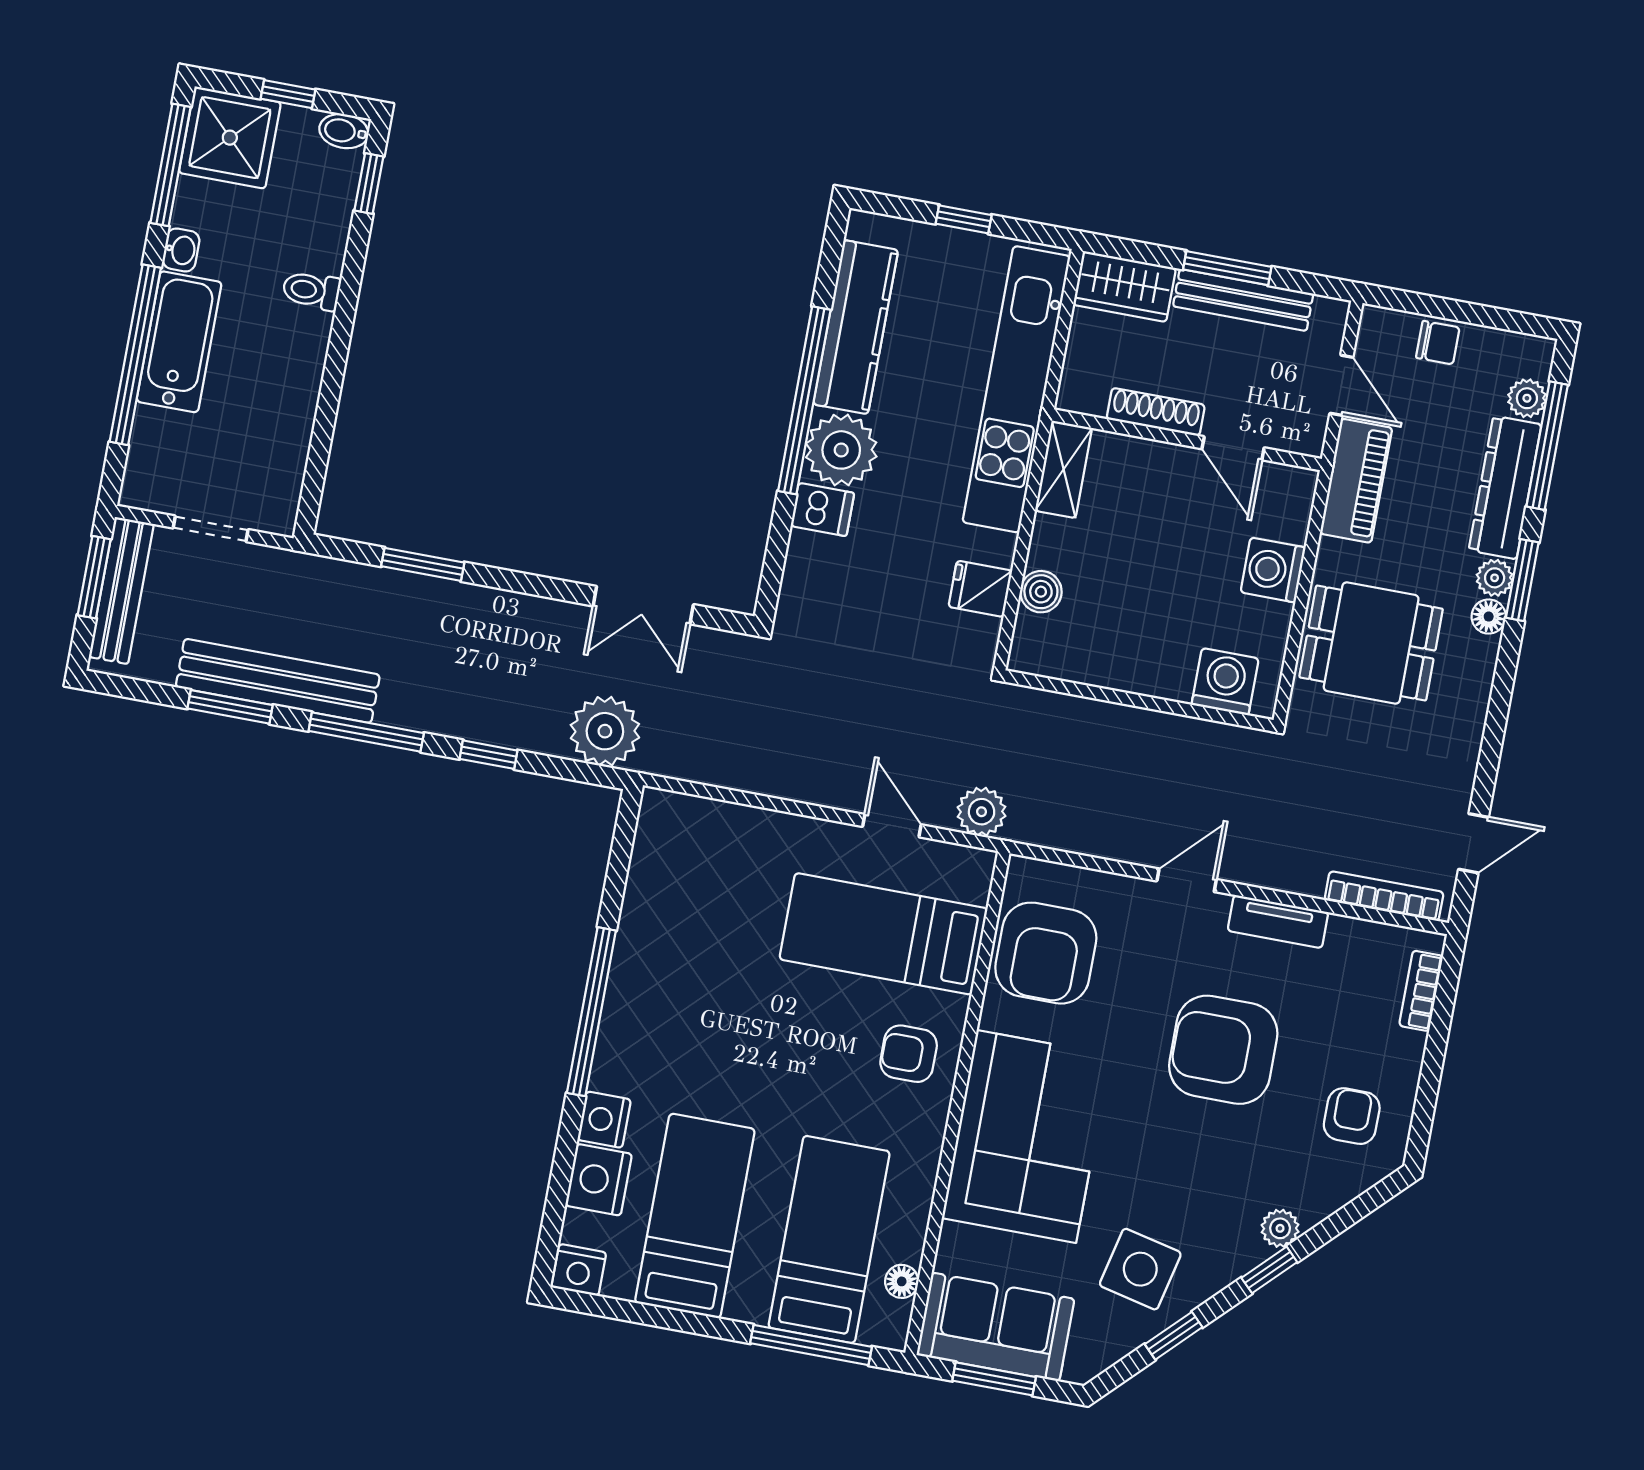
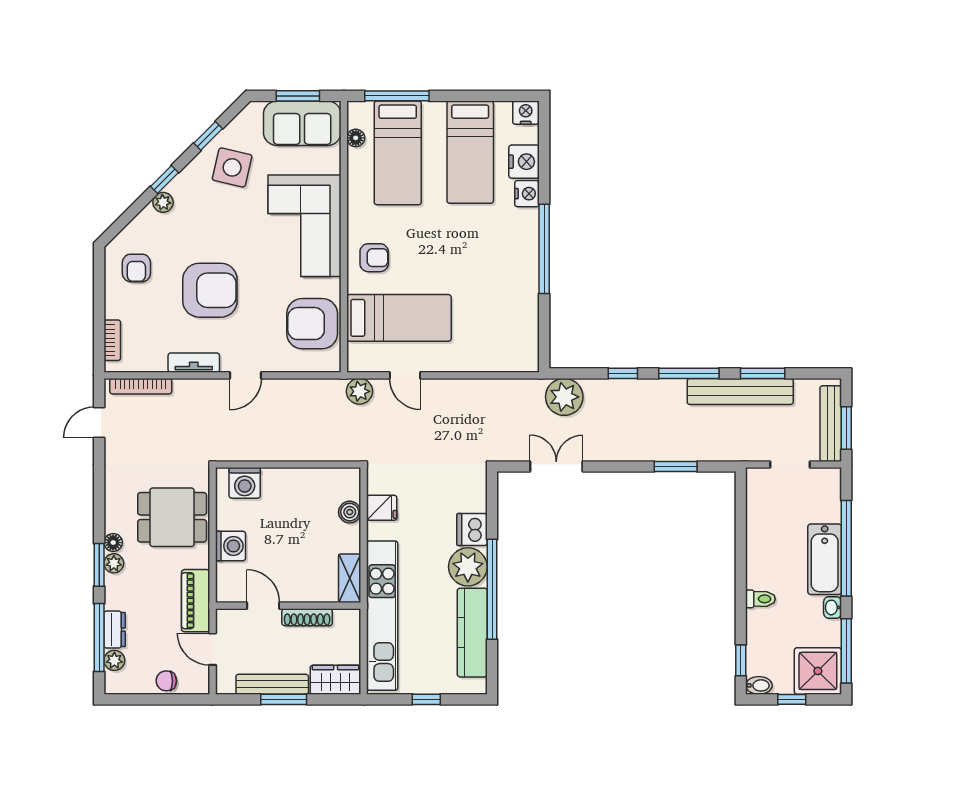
dresser: (1505, 487) -> (115, 630), width x0.51, depth x0.80
dishwasher: (822, 509) -> (472, 530), width x1.38
armchair: (1046, 953) -> (312, 324), turned -90

